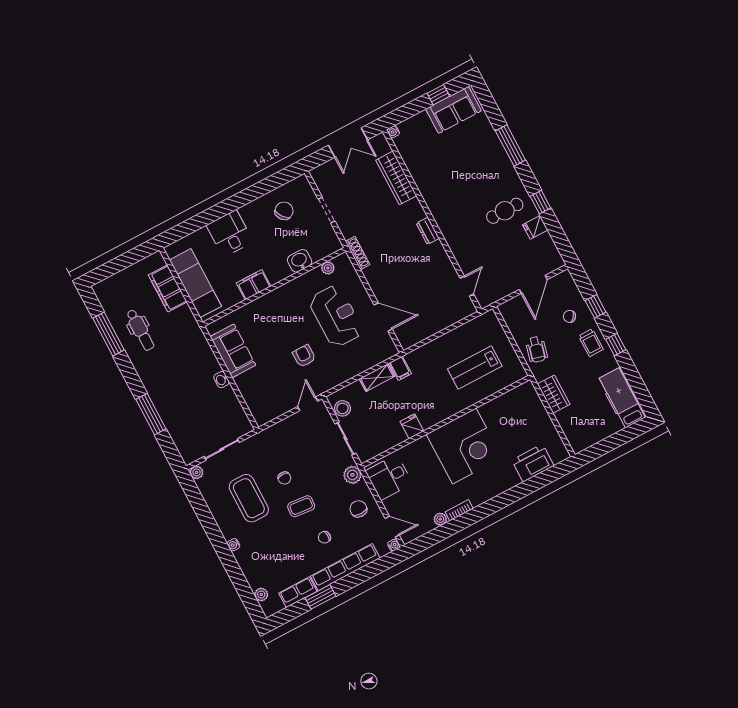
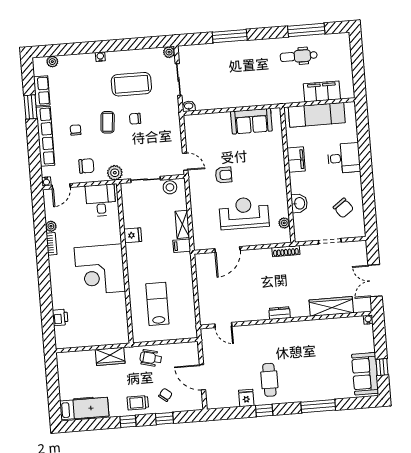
reception desk: (336, 316) -> (244, 213), turned 180
washbasin: (222, 380) -> (189, 106), moved
printer: (533, 463) -> (60, 317), width x0.53, depth x0.68

